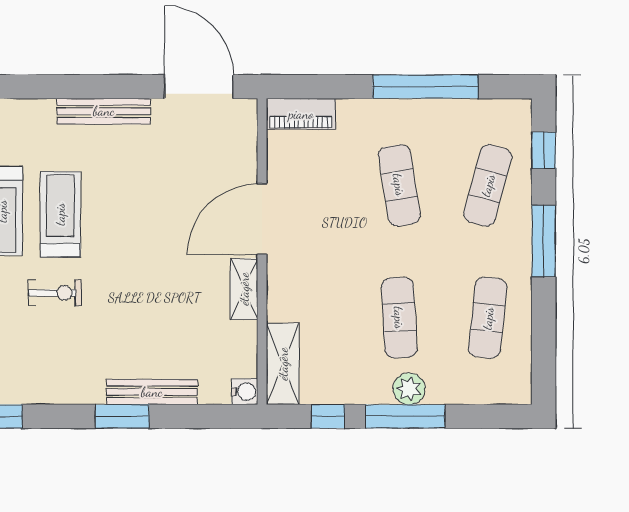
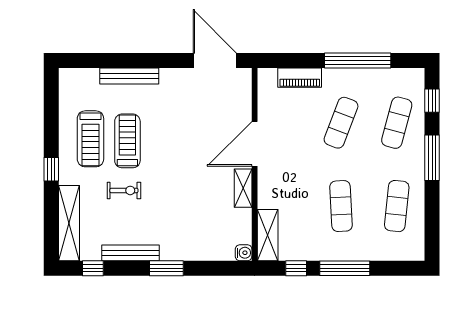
bench: (104, 111) -> (129, 76), moved
piano: (301, 114) -> (300, 78), moved
exercise mat: (399, 185) -> (341, 123), turned 30
plant: (409, 389) -> (347, 251), removed
bench: (152, 392) -> (130, 253), moved

